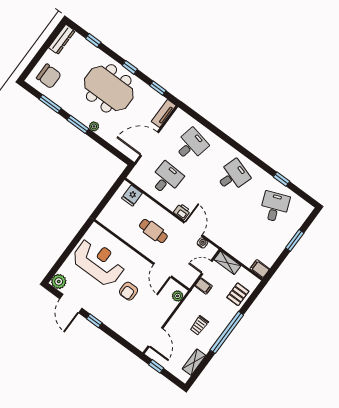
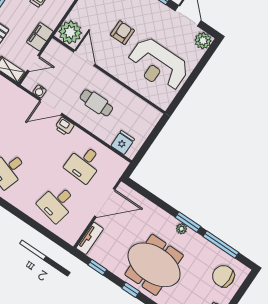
window: (50, 104) -> (221, 244), width x1.44
plant: (94, 126) -> (181, 229), moved
door: (193, 229) -> (51, 107), hinge flipped
filing cabinet: (204, 286) -> (40, 37), width x2.00
plant: (178, 296) -> (70, 32), width x1.88, depth x1.88

